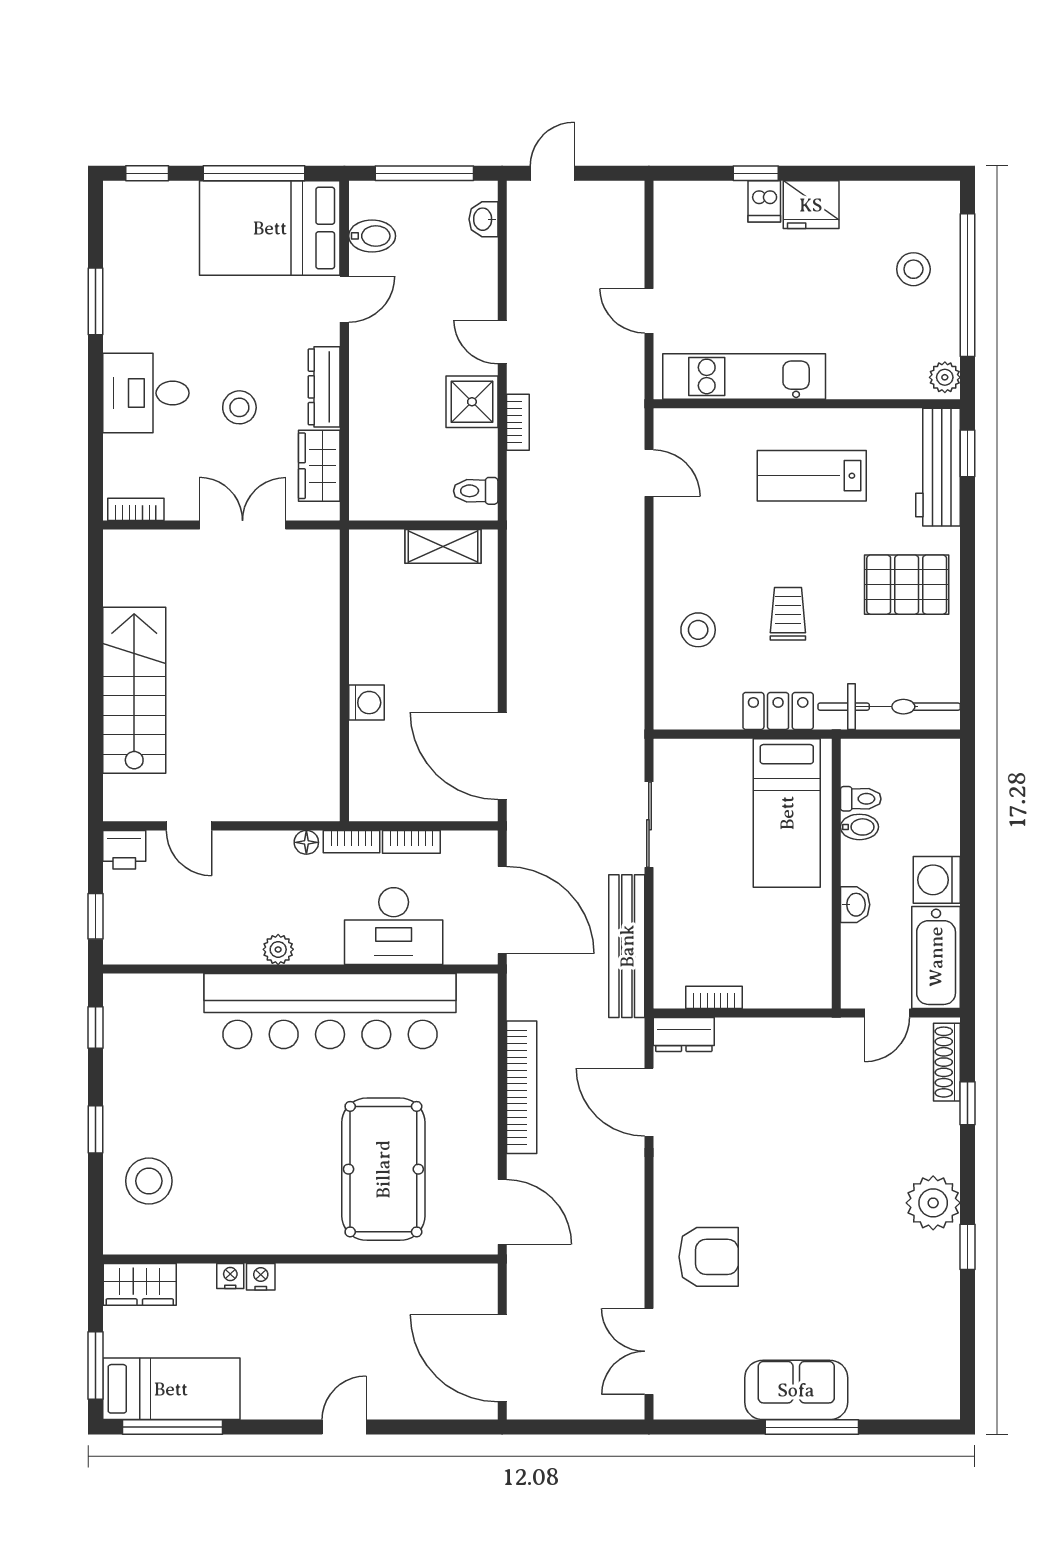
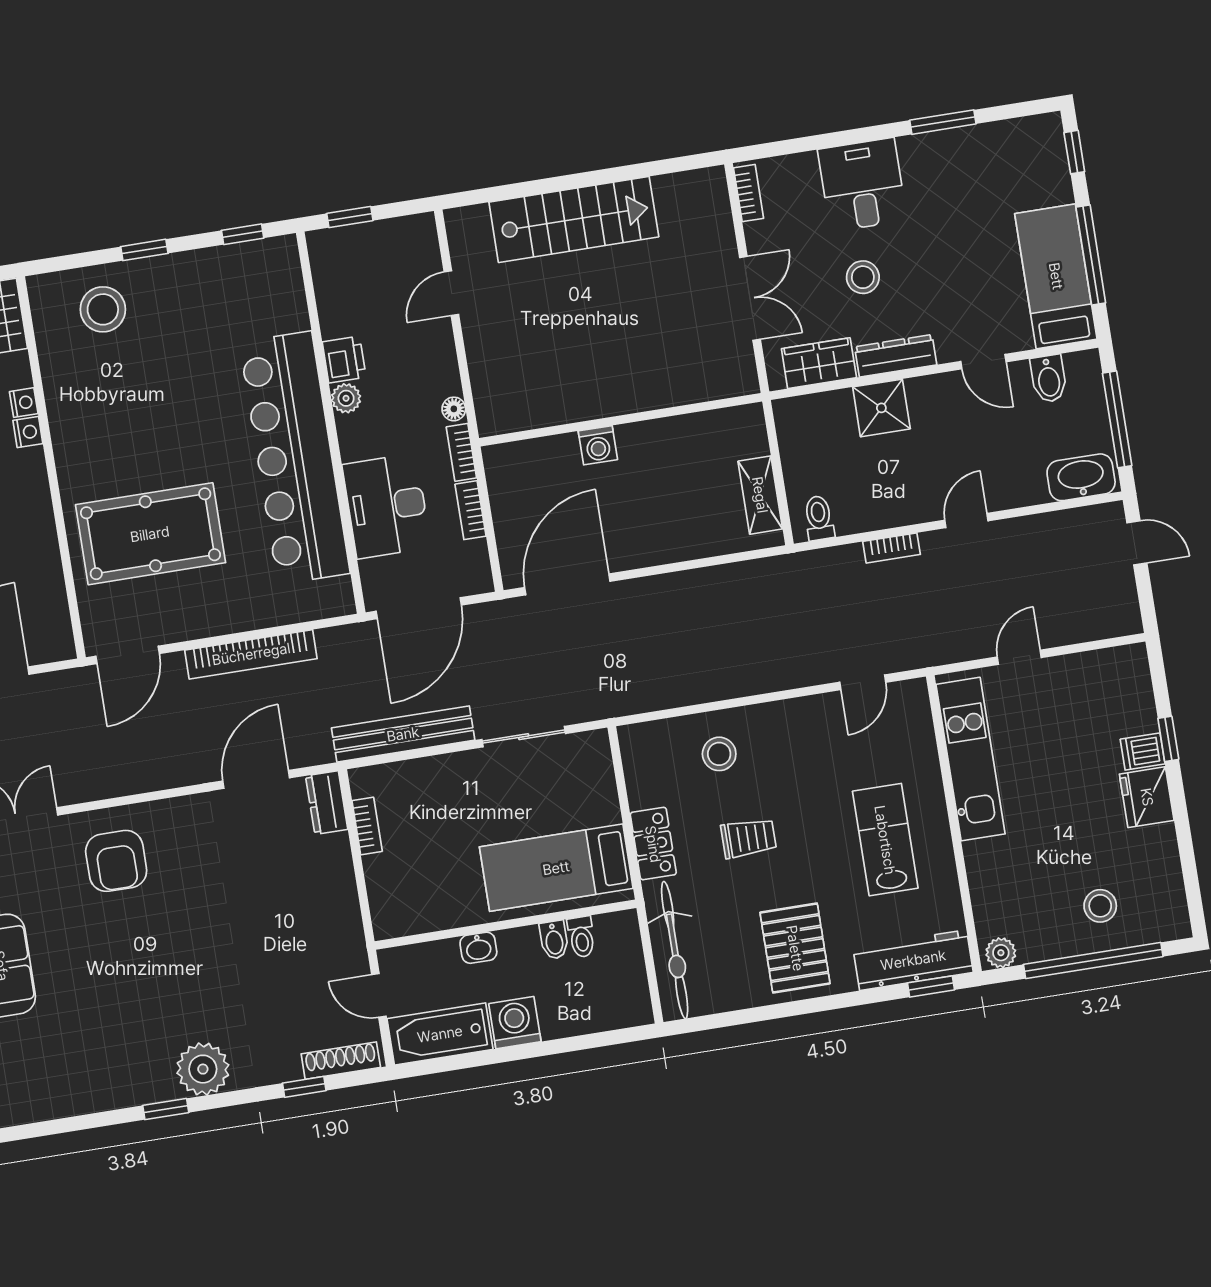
washbasin: (483, 219) -> (1081, 477), width x1.91, depth x1.45
bed: (270, 228) -> (1056, 276), width x0.67
shower: (472, 402) -> (881, 408), moved
printer: (124, 850) -> (344, 360), moved, turned 180

